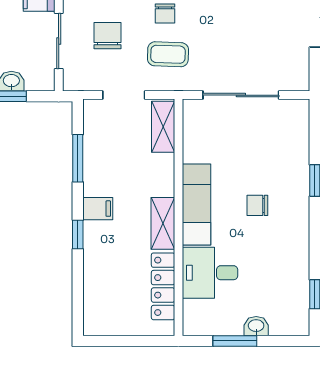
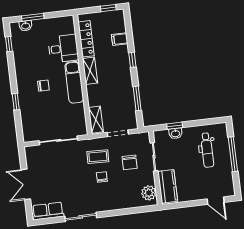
filing cabinet: (98, 209) -> (120, 39), moved
washbasin: (256, 326) -> (26, 26), moved
window: (113, 341) -> (108, 8), added
window: (235, 341) -> (33, 17), moved

